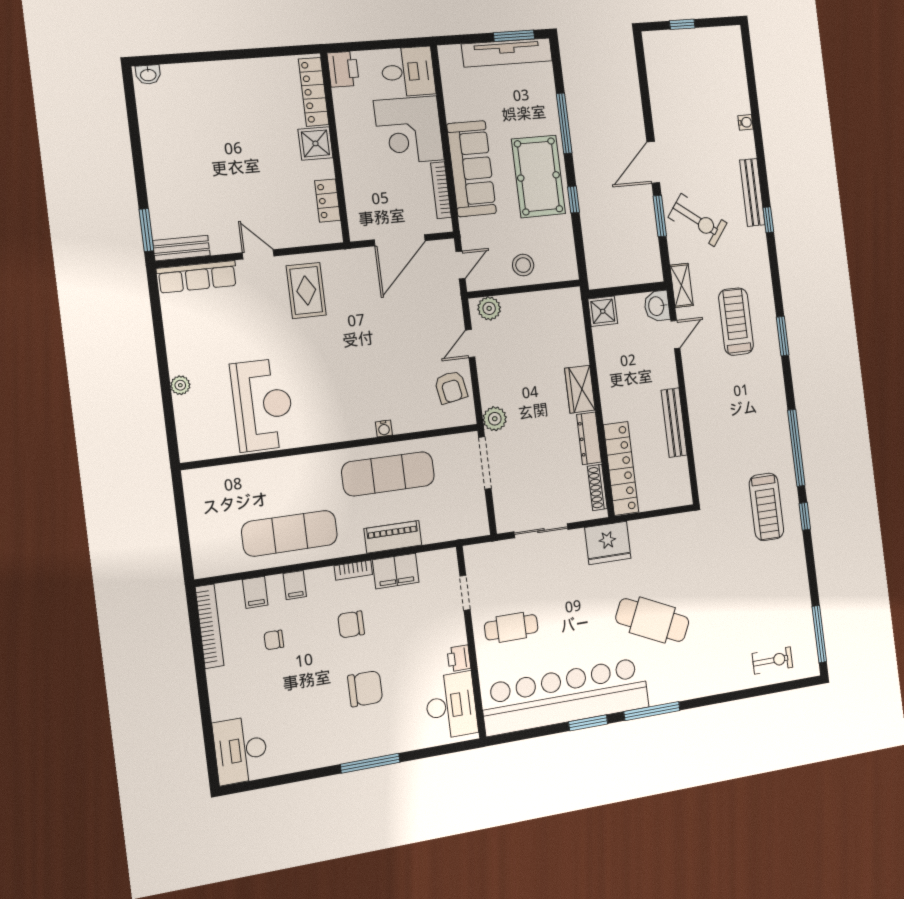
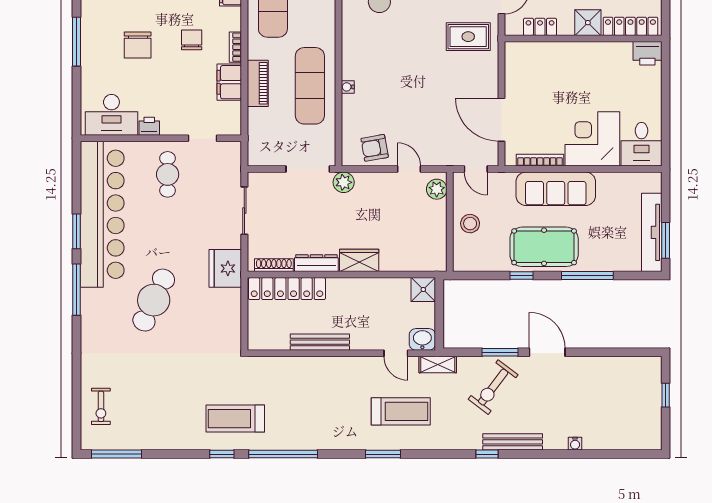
printer: (343, 69) -> (647, 53), moved
locker: (314, 92) -> (630, 26), moved
shower: (315, 143) -> (588, 23), moved
wall: (335, 148) -> (583, 38), moved
locker: (328, 201) -> (540, 27), moved

